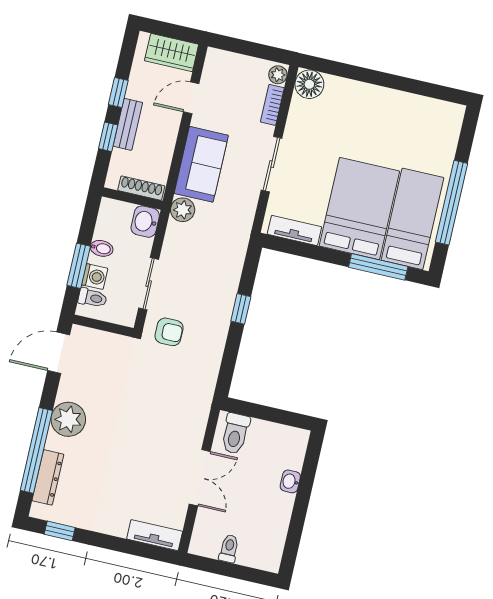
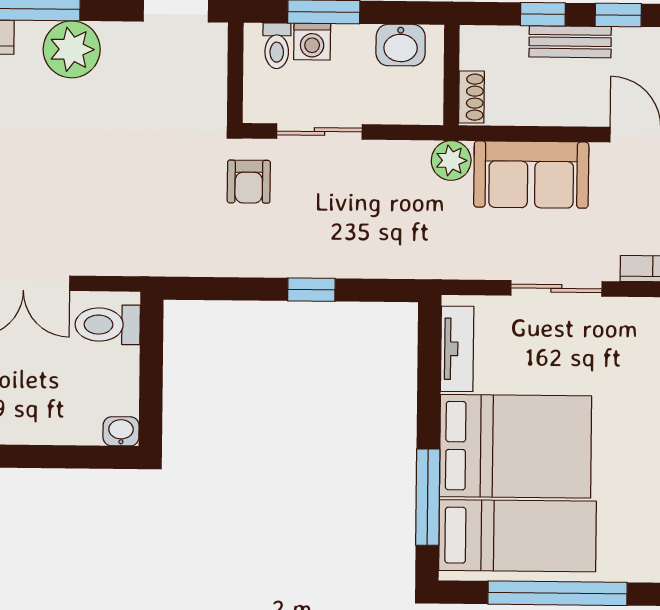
shoe rack: (141, 188) -> (472, 97), width x0.70
washbasin: (145, 222) -> (401, 45), moved, turned 180
bidet: (102, 248) -> (360, 43), removed
washbasin: (290, 481) -> (121, 431), moved

